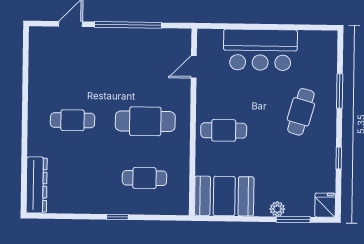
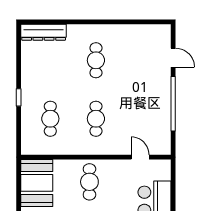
cafe table: (145, 121) -> (96, 119), width x0.73, depth x0.74

